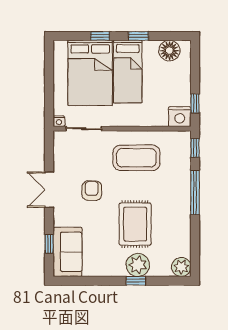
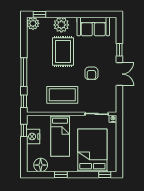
window: (100, 36) -> (105, 175), moved
bed: (128, 71) -> (60, 136), moved, turned 180
nightstand: (180, 117) -> (33, 136), moved, turned -90
window: (49, 244) -> (119, 50), moved
sofa: (68, 252) -> (93, 26), moved, turned -90
window: (136, 281) -> (39, 14), moved

